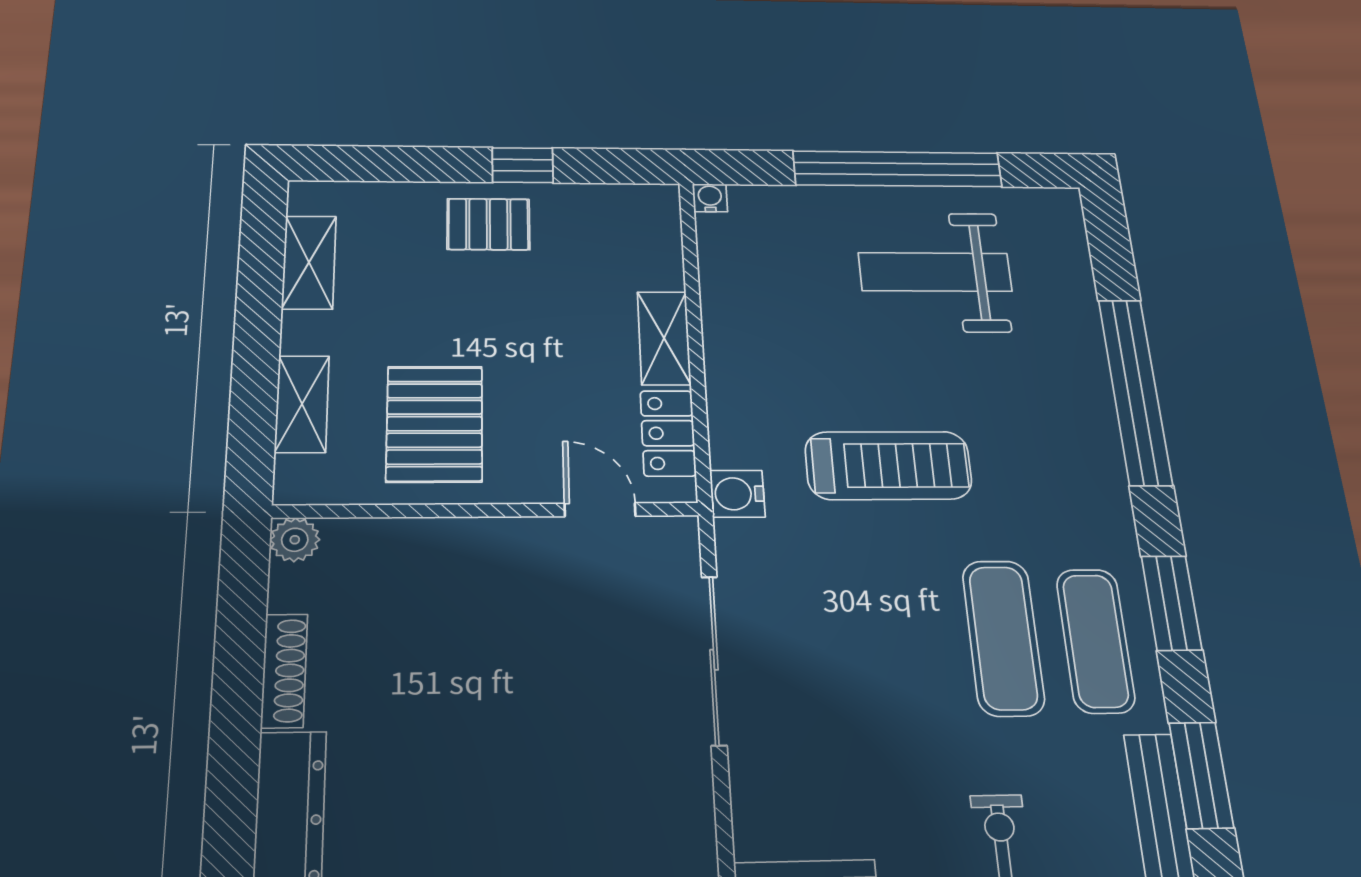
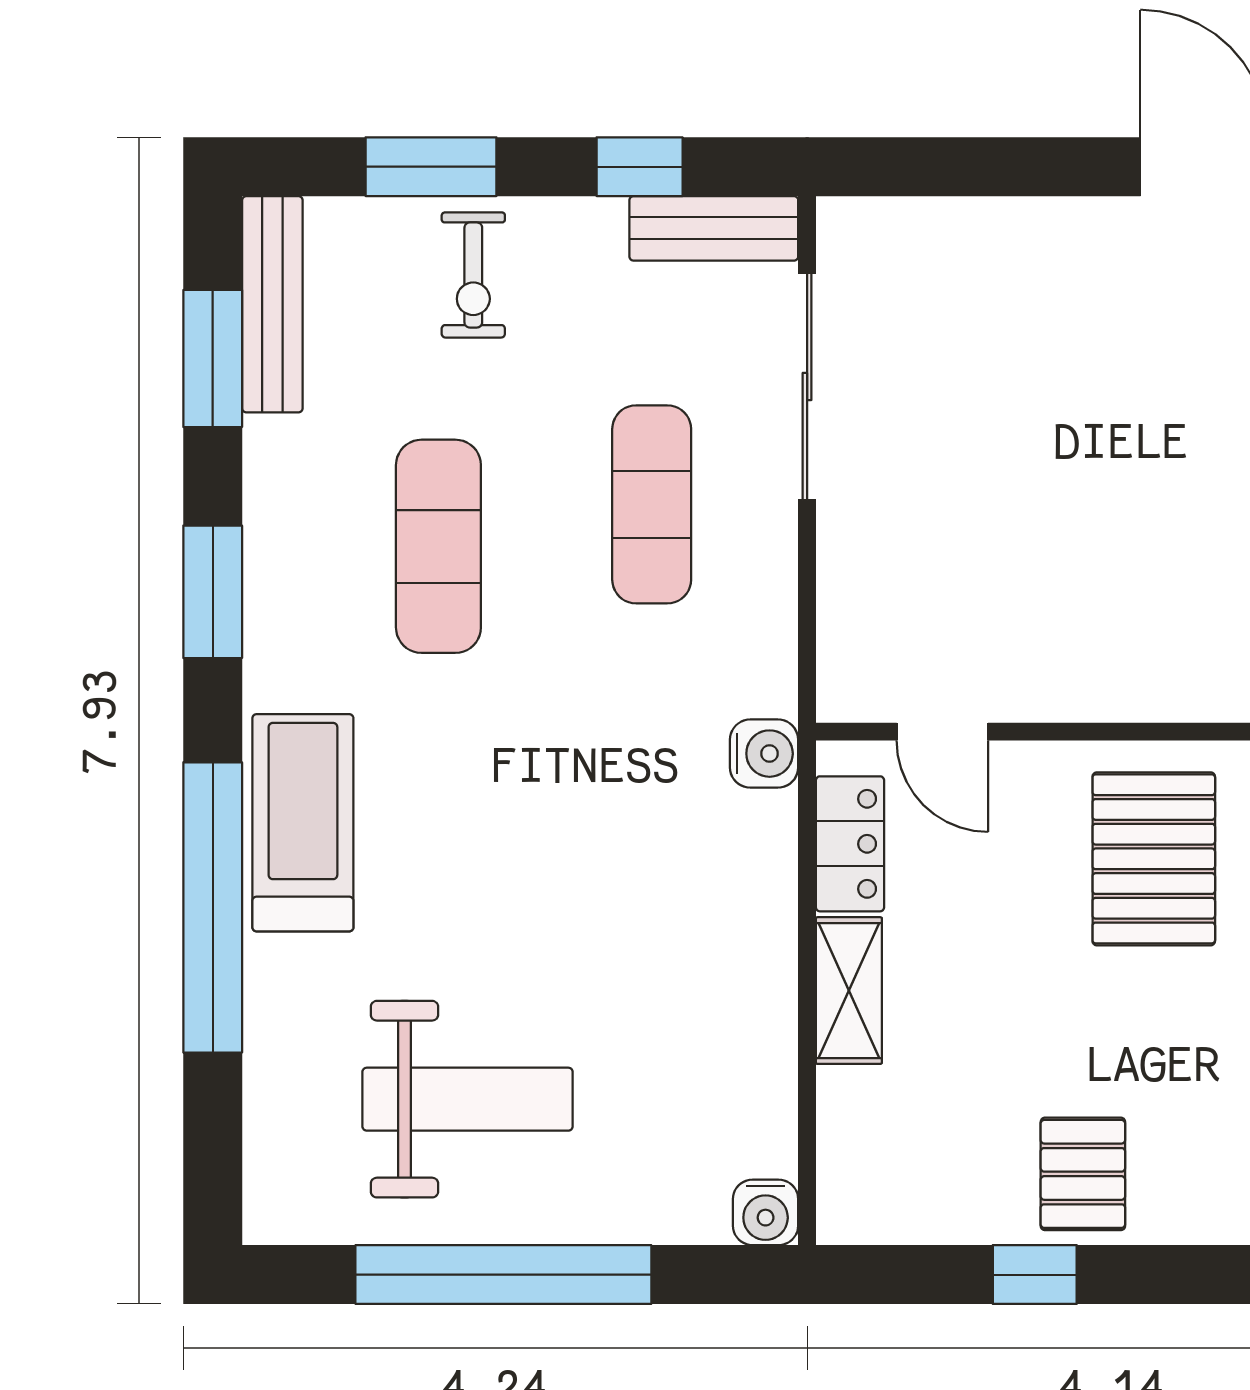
water cooler: (710, 198) -> (766, 1212), width x1.38, depth x1.38
pallet: (488, 224) -> (1083, 1174), turned 90
treadmill: (888, 465) -> (303, 823), moved, turned 90
exercise mat: (1095, 641) -> (652, 504), moved
sliding door: (714, 660) -> (807, 386), moved

